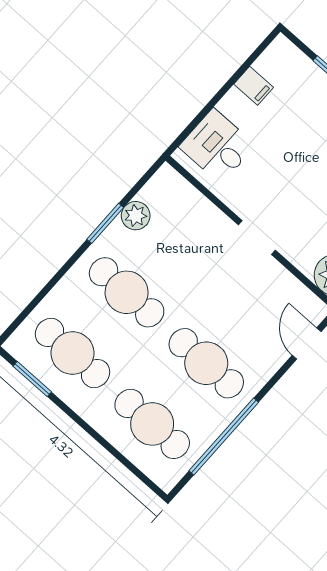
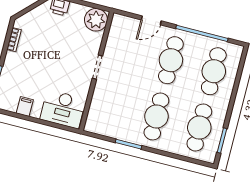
desk: (217, 146) -> (63, 109), width x1.37
plant: (136, 216) -> (117, 131), removed
door: (307, 344) -> (151, 20), moved

